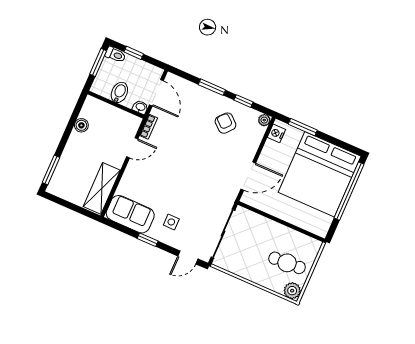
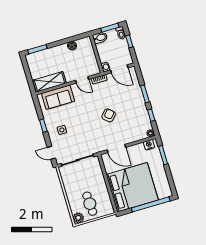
bidet: (119, 92) -> (100, 38), moved
door: (156, 93) -> (119, 69), hinge flipped
armchair: (225, 123) -> (109, 115), moved
bed: (320, 174) -> (132, 187), moved, turned 180
sofa: (130, 214) -> (58, 97), moved, turned 90

